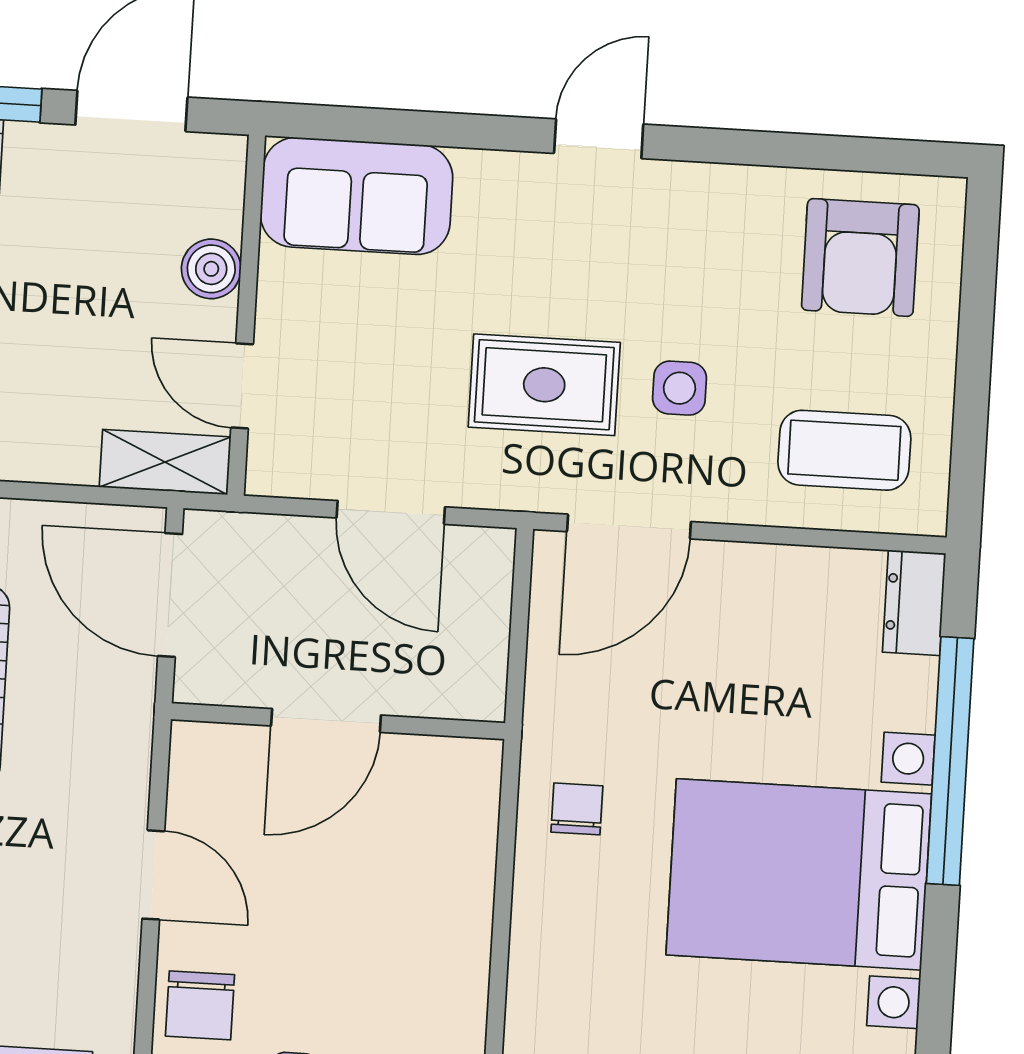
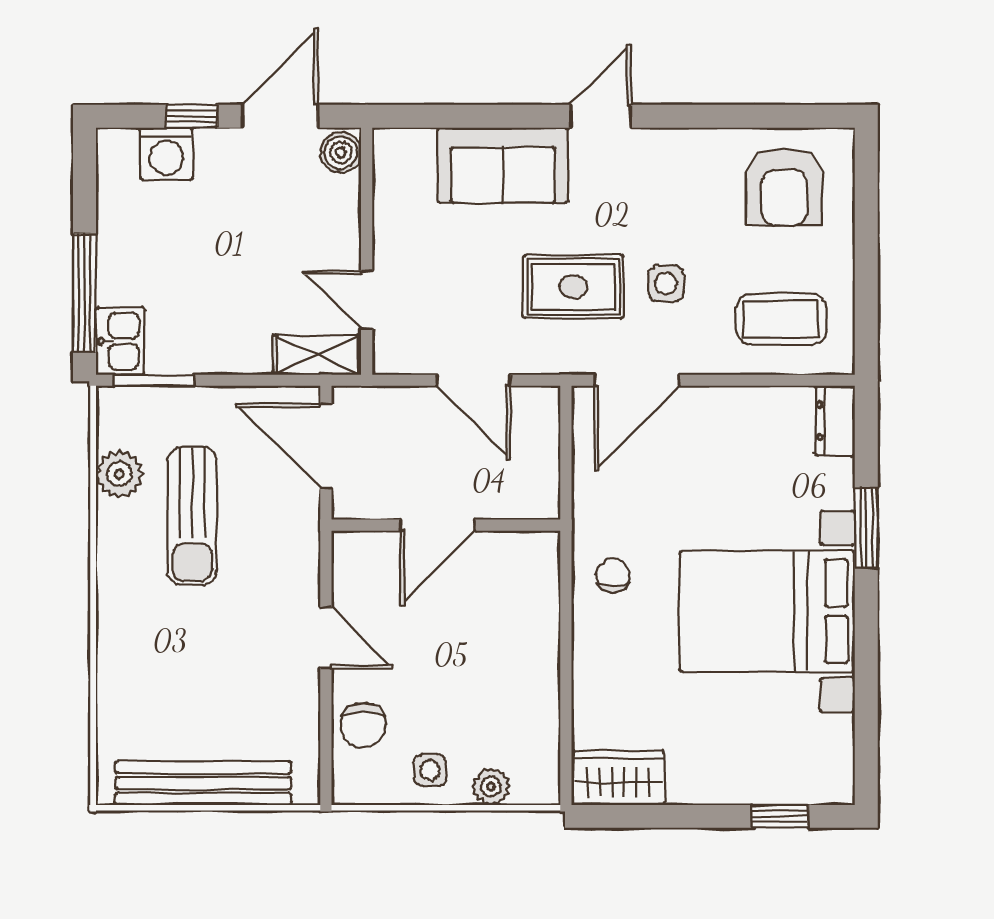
sofa: (356, 196) -> (503, 165), moved
boiler: (211, 269) -> (341, 153), moved
window: (950, 761) -> (866, 528), width x0.47

